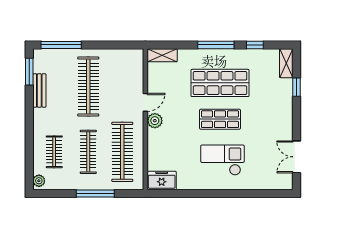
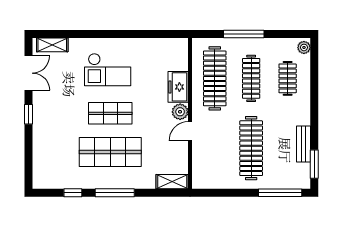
shelving: (286, 63) -> (52, 45), moved, turned 90
window: (296, 87) -> (29, 114), moved
freezer: (162, 180) -> (178, 87), moved, turned 90

